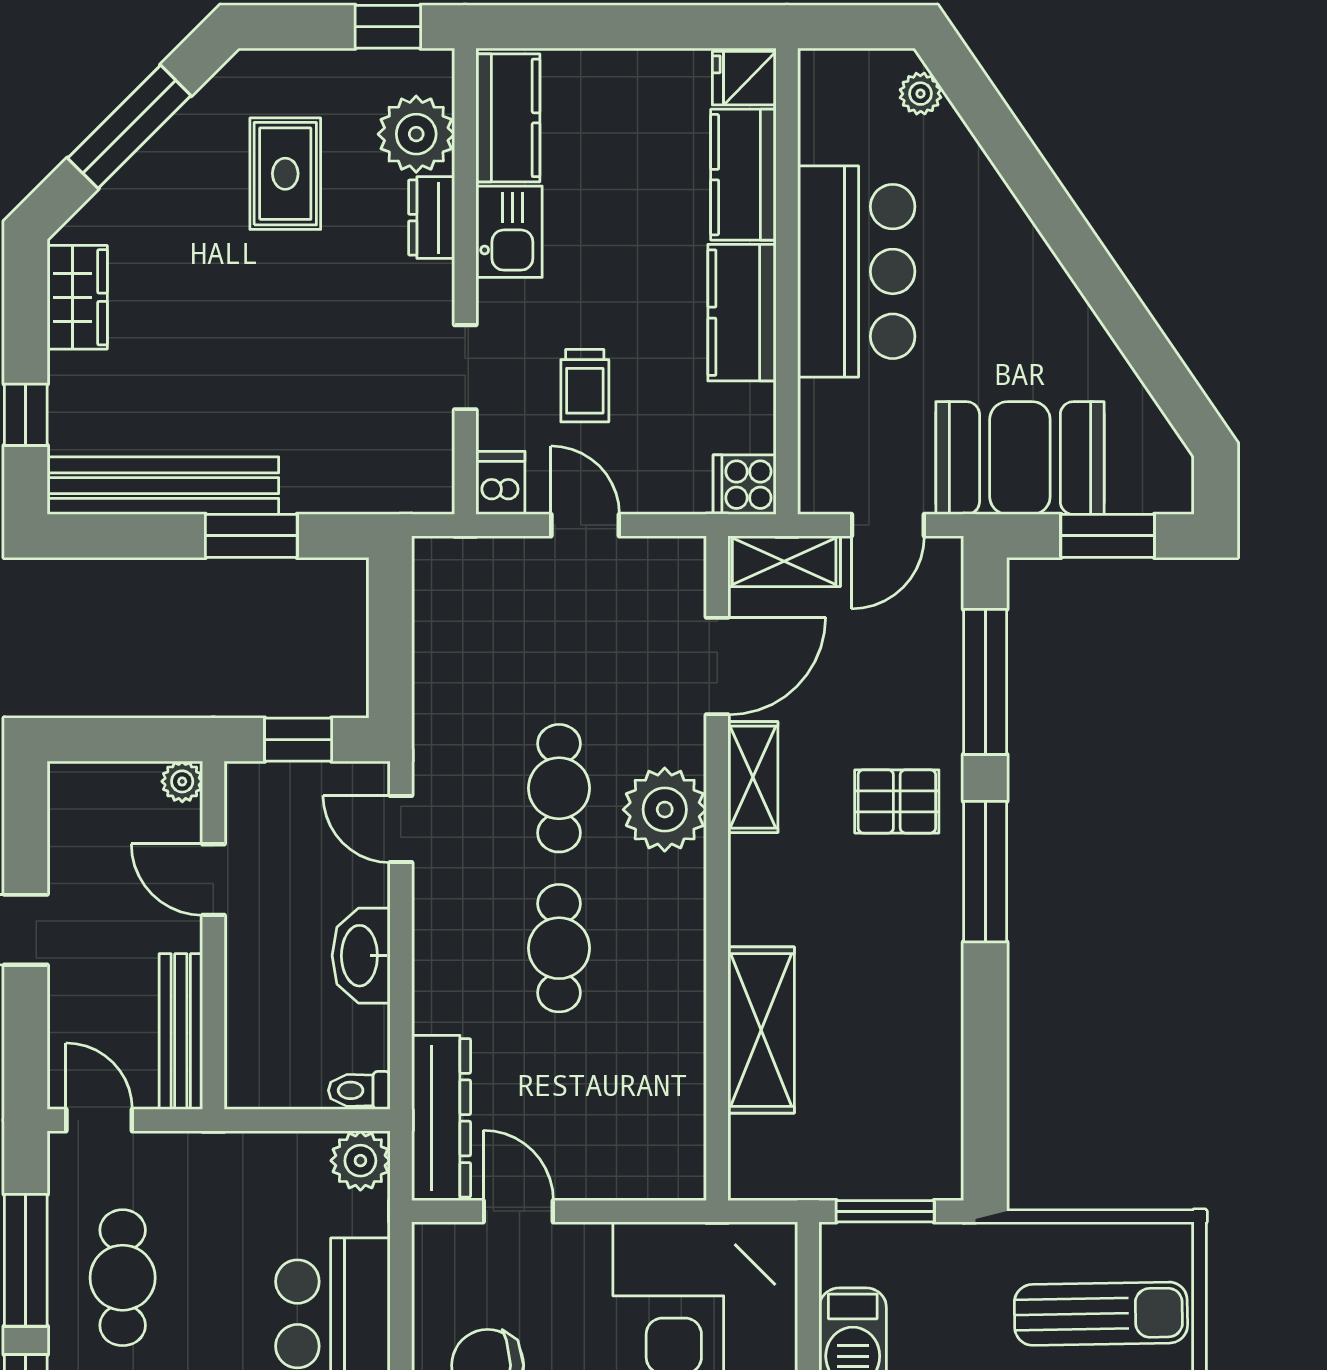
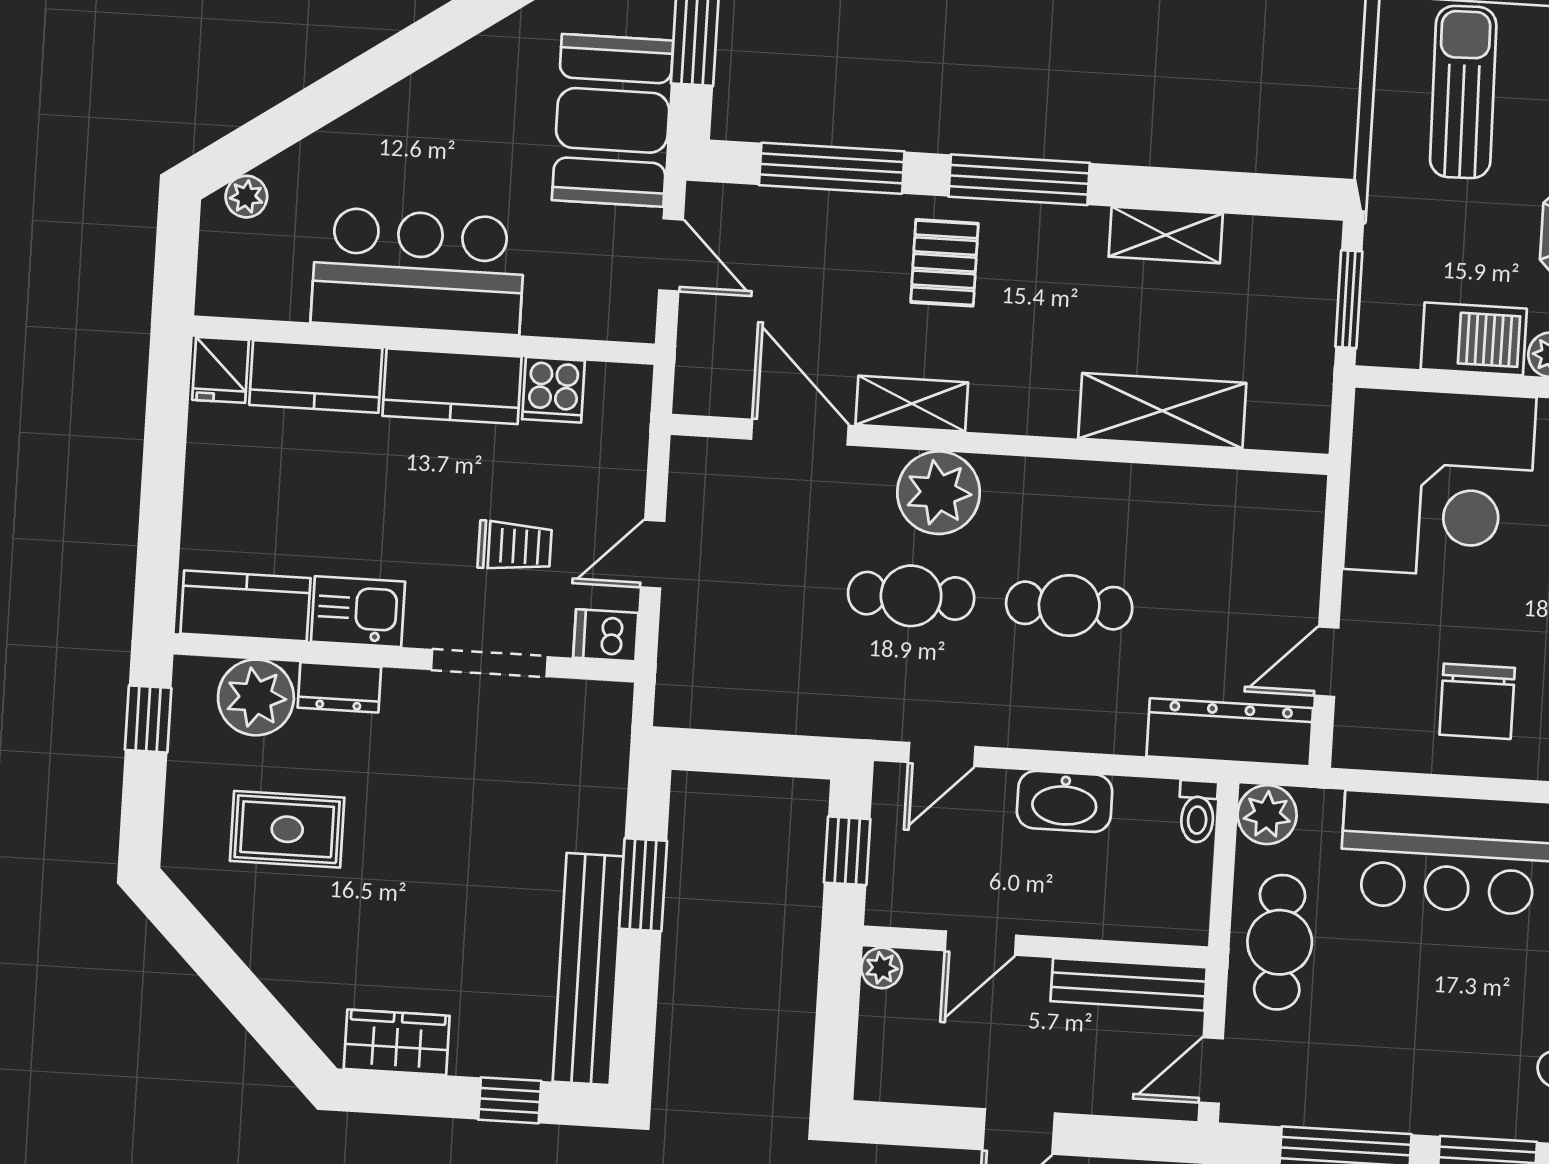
window: (129, 127) -> (231, 981), removed
doorway: (465, 367) -> (489, 663), width x1.38
cooker: (745, 485) -> (553, 390), moved
shelving: (784, 561) -> (1166, 235), moved, turned 90
cafe table: (123, 1278) -> (1280, 942), moved, turned 90

